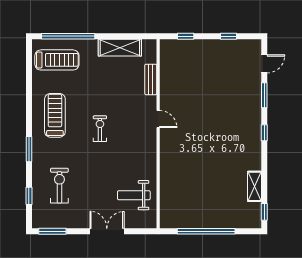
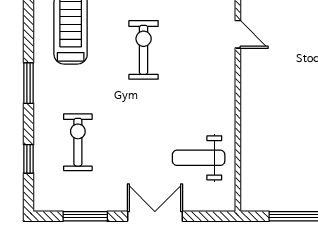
exercise bike: (100, 129) -> (144, 50), width x1.38, depth x1.39
window: (52, 231) -> (85, 216), moved

